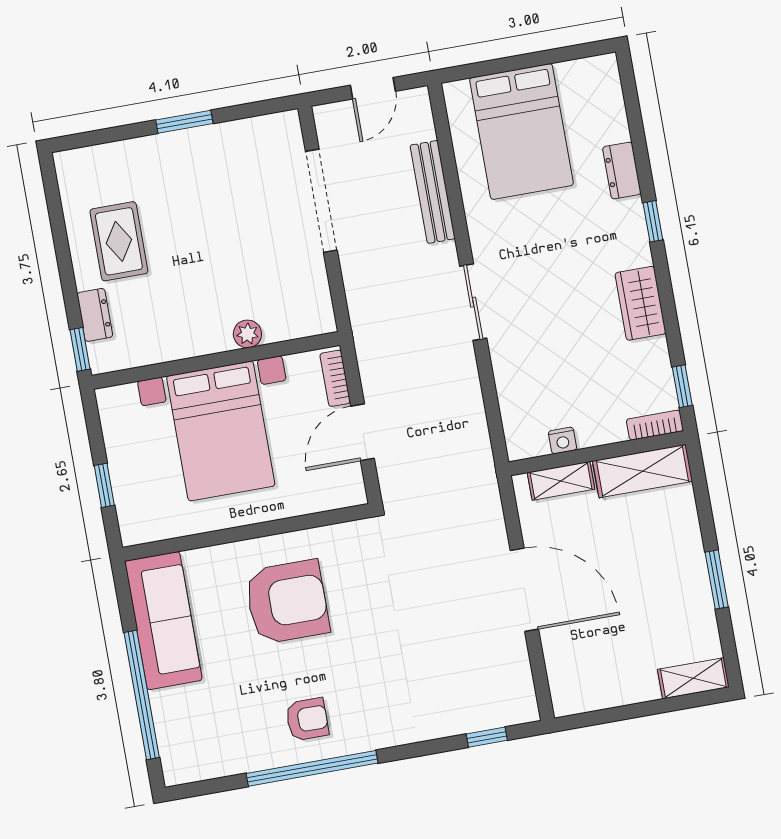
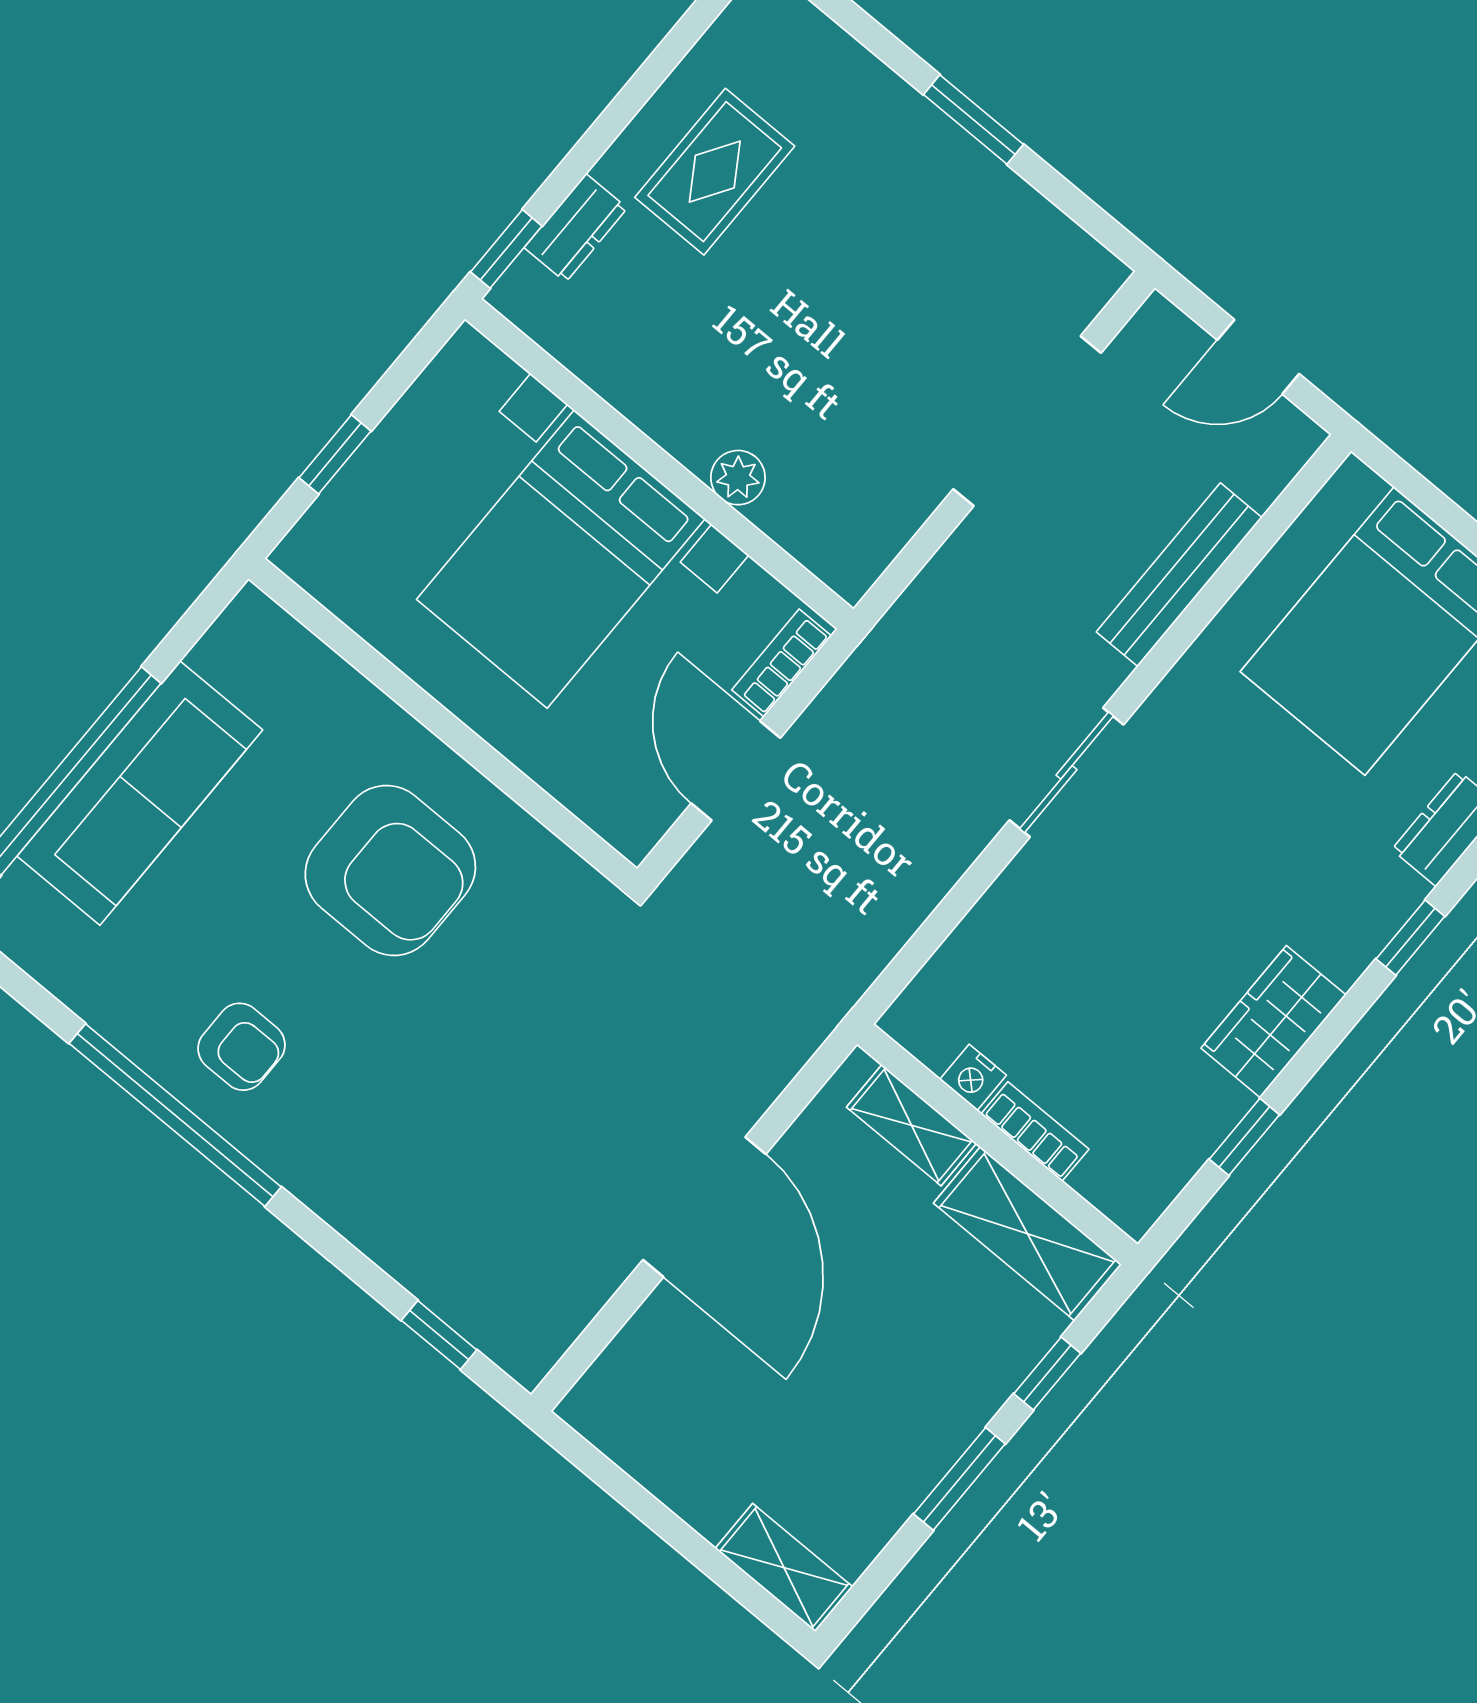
window: (682, 386) -> (1244, 1137), moved
bookcase: (655, 425) -> (1035, 1131), moved
door: (362, 432) -> (736, 771), hinge flipped
window: (704, 510) -> (1047, 1373), added
sofa: (163, 621) -> (140, 793), moved

